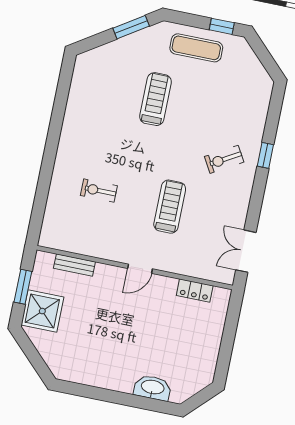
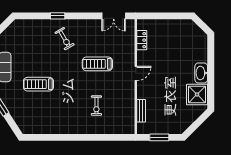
door: (140, 269) -> (136, 73), hinge flipped
shower: (42, 311) -> (197, 94), moved
washbasin: (153, 388) -> (201, 73), moved

